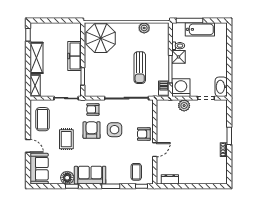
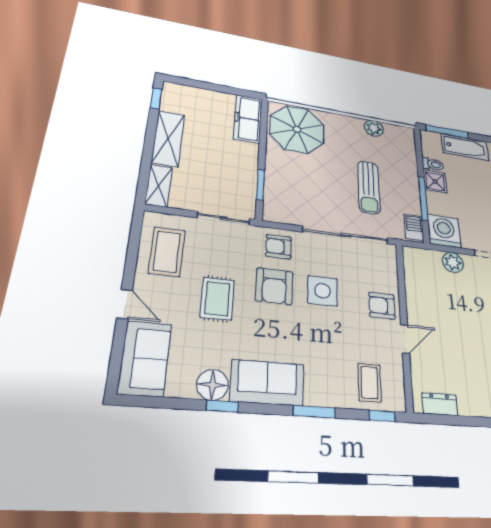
freezer: (75, 56) -> (248, 119), moved
armchair: (92, 130) -> (274, 286), turned 180

